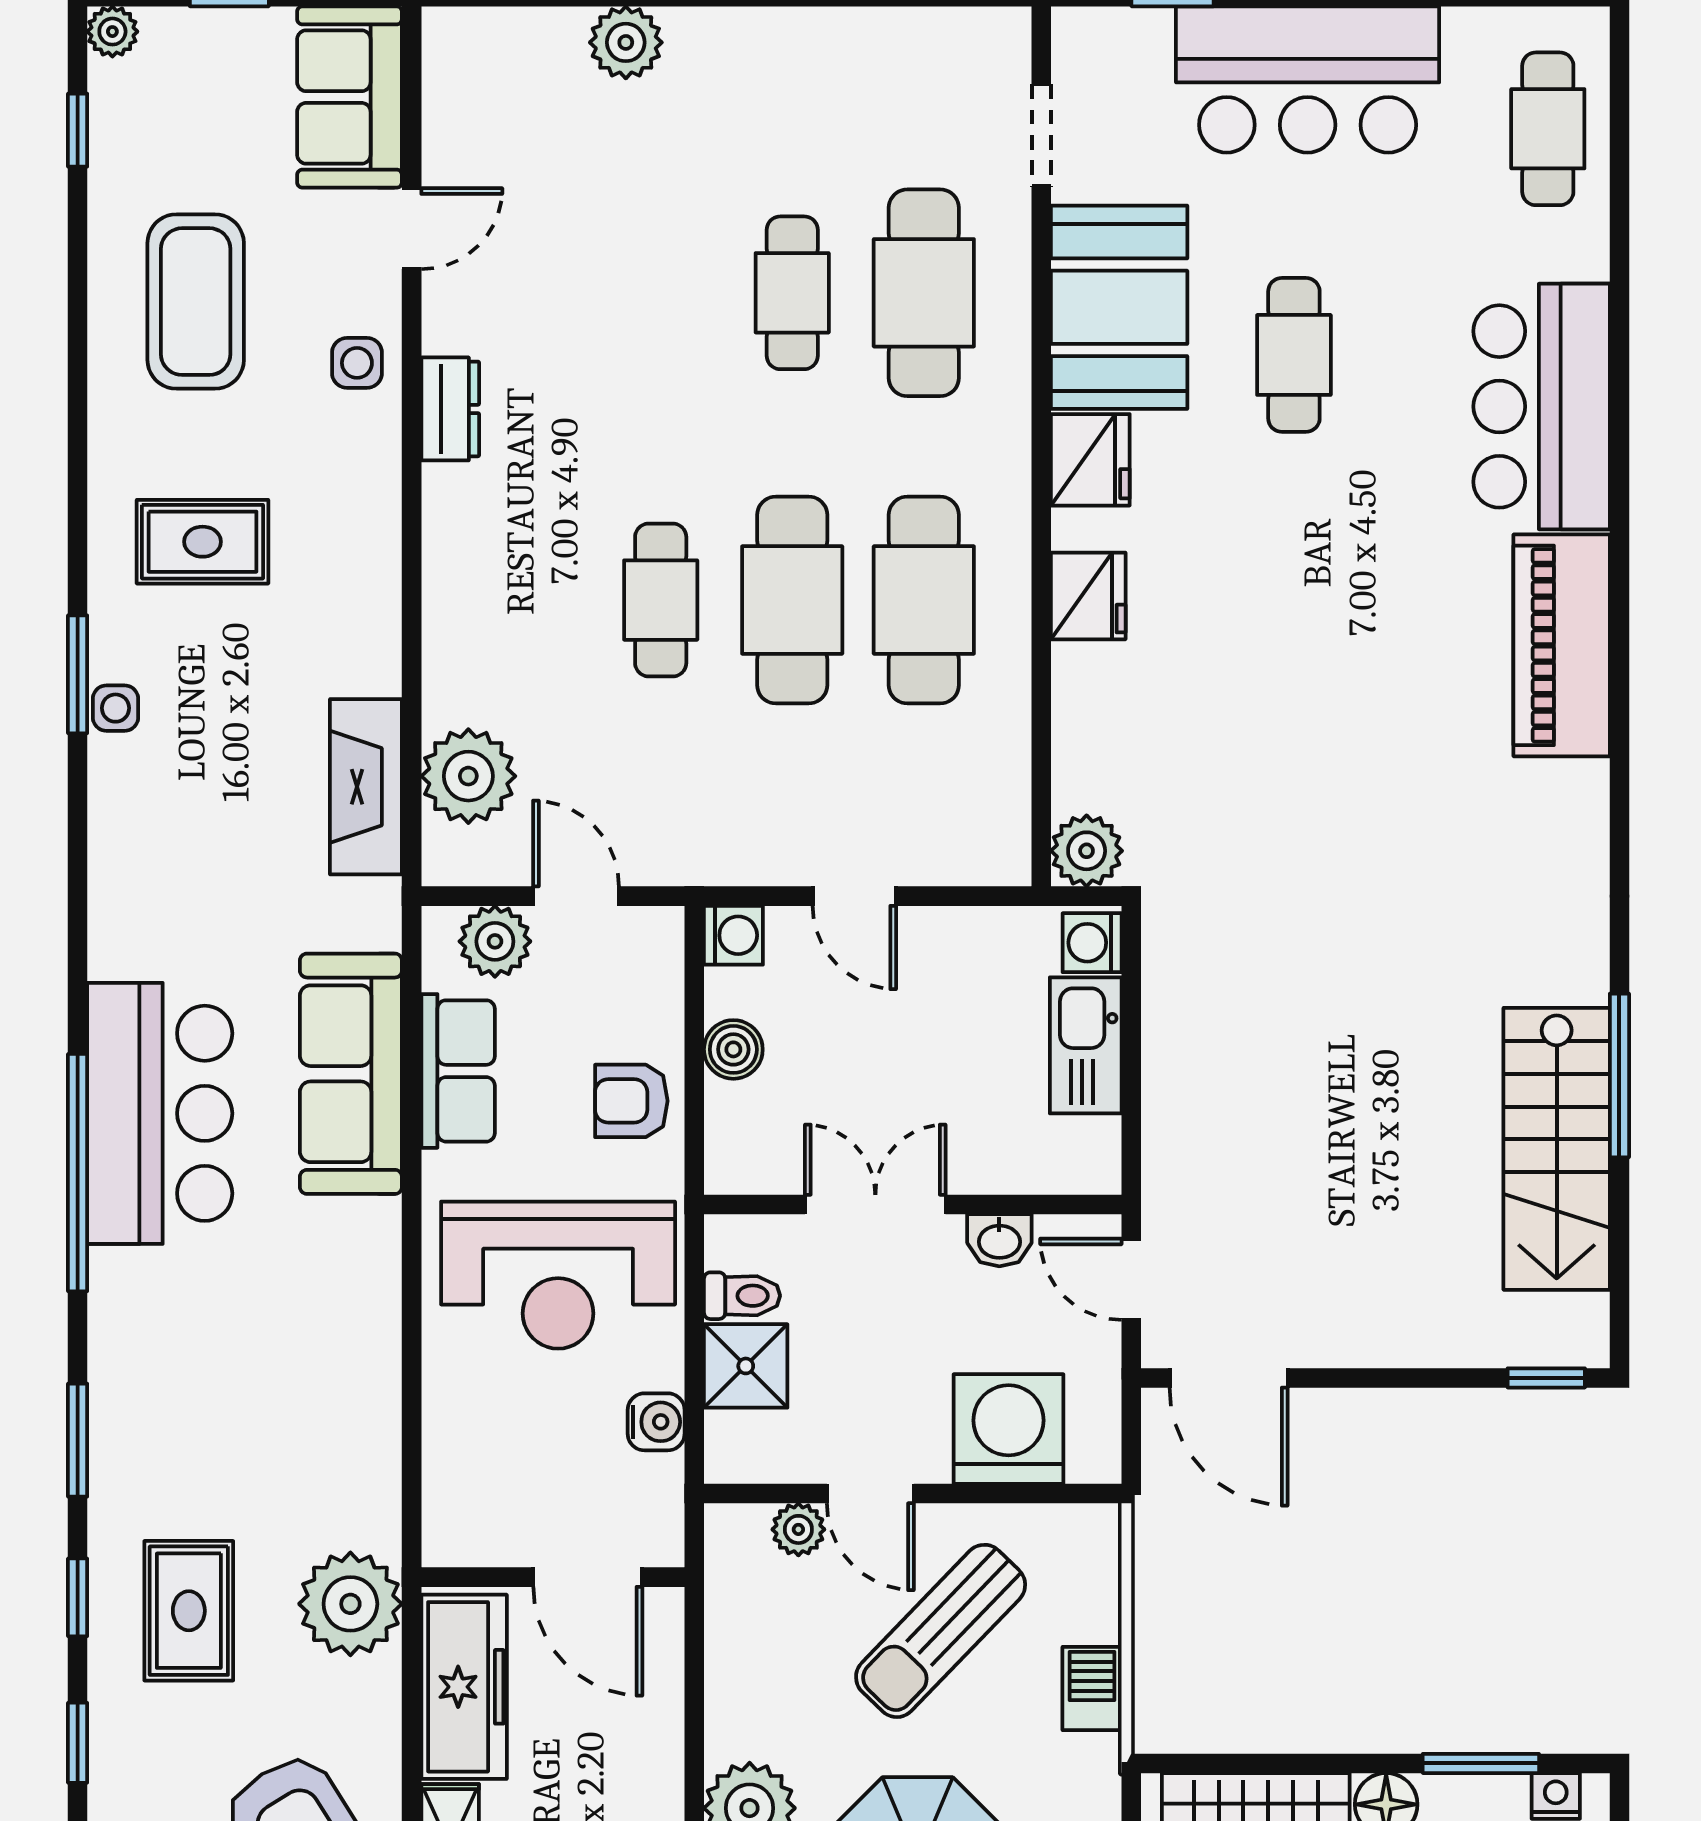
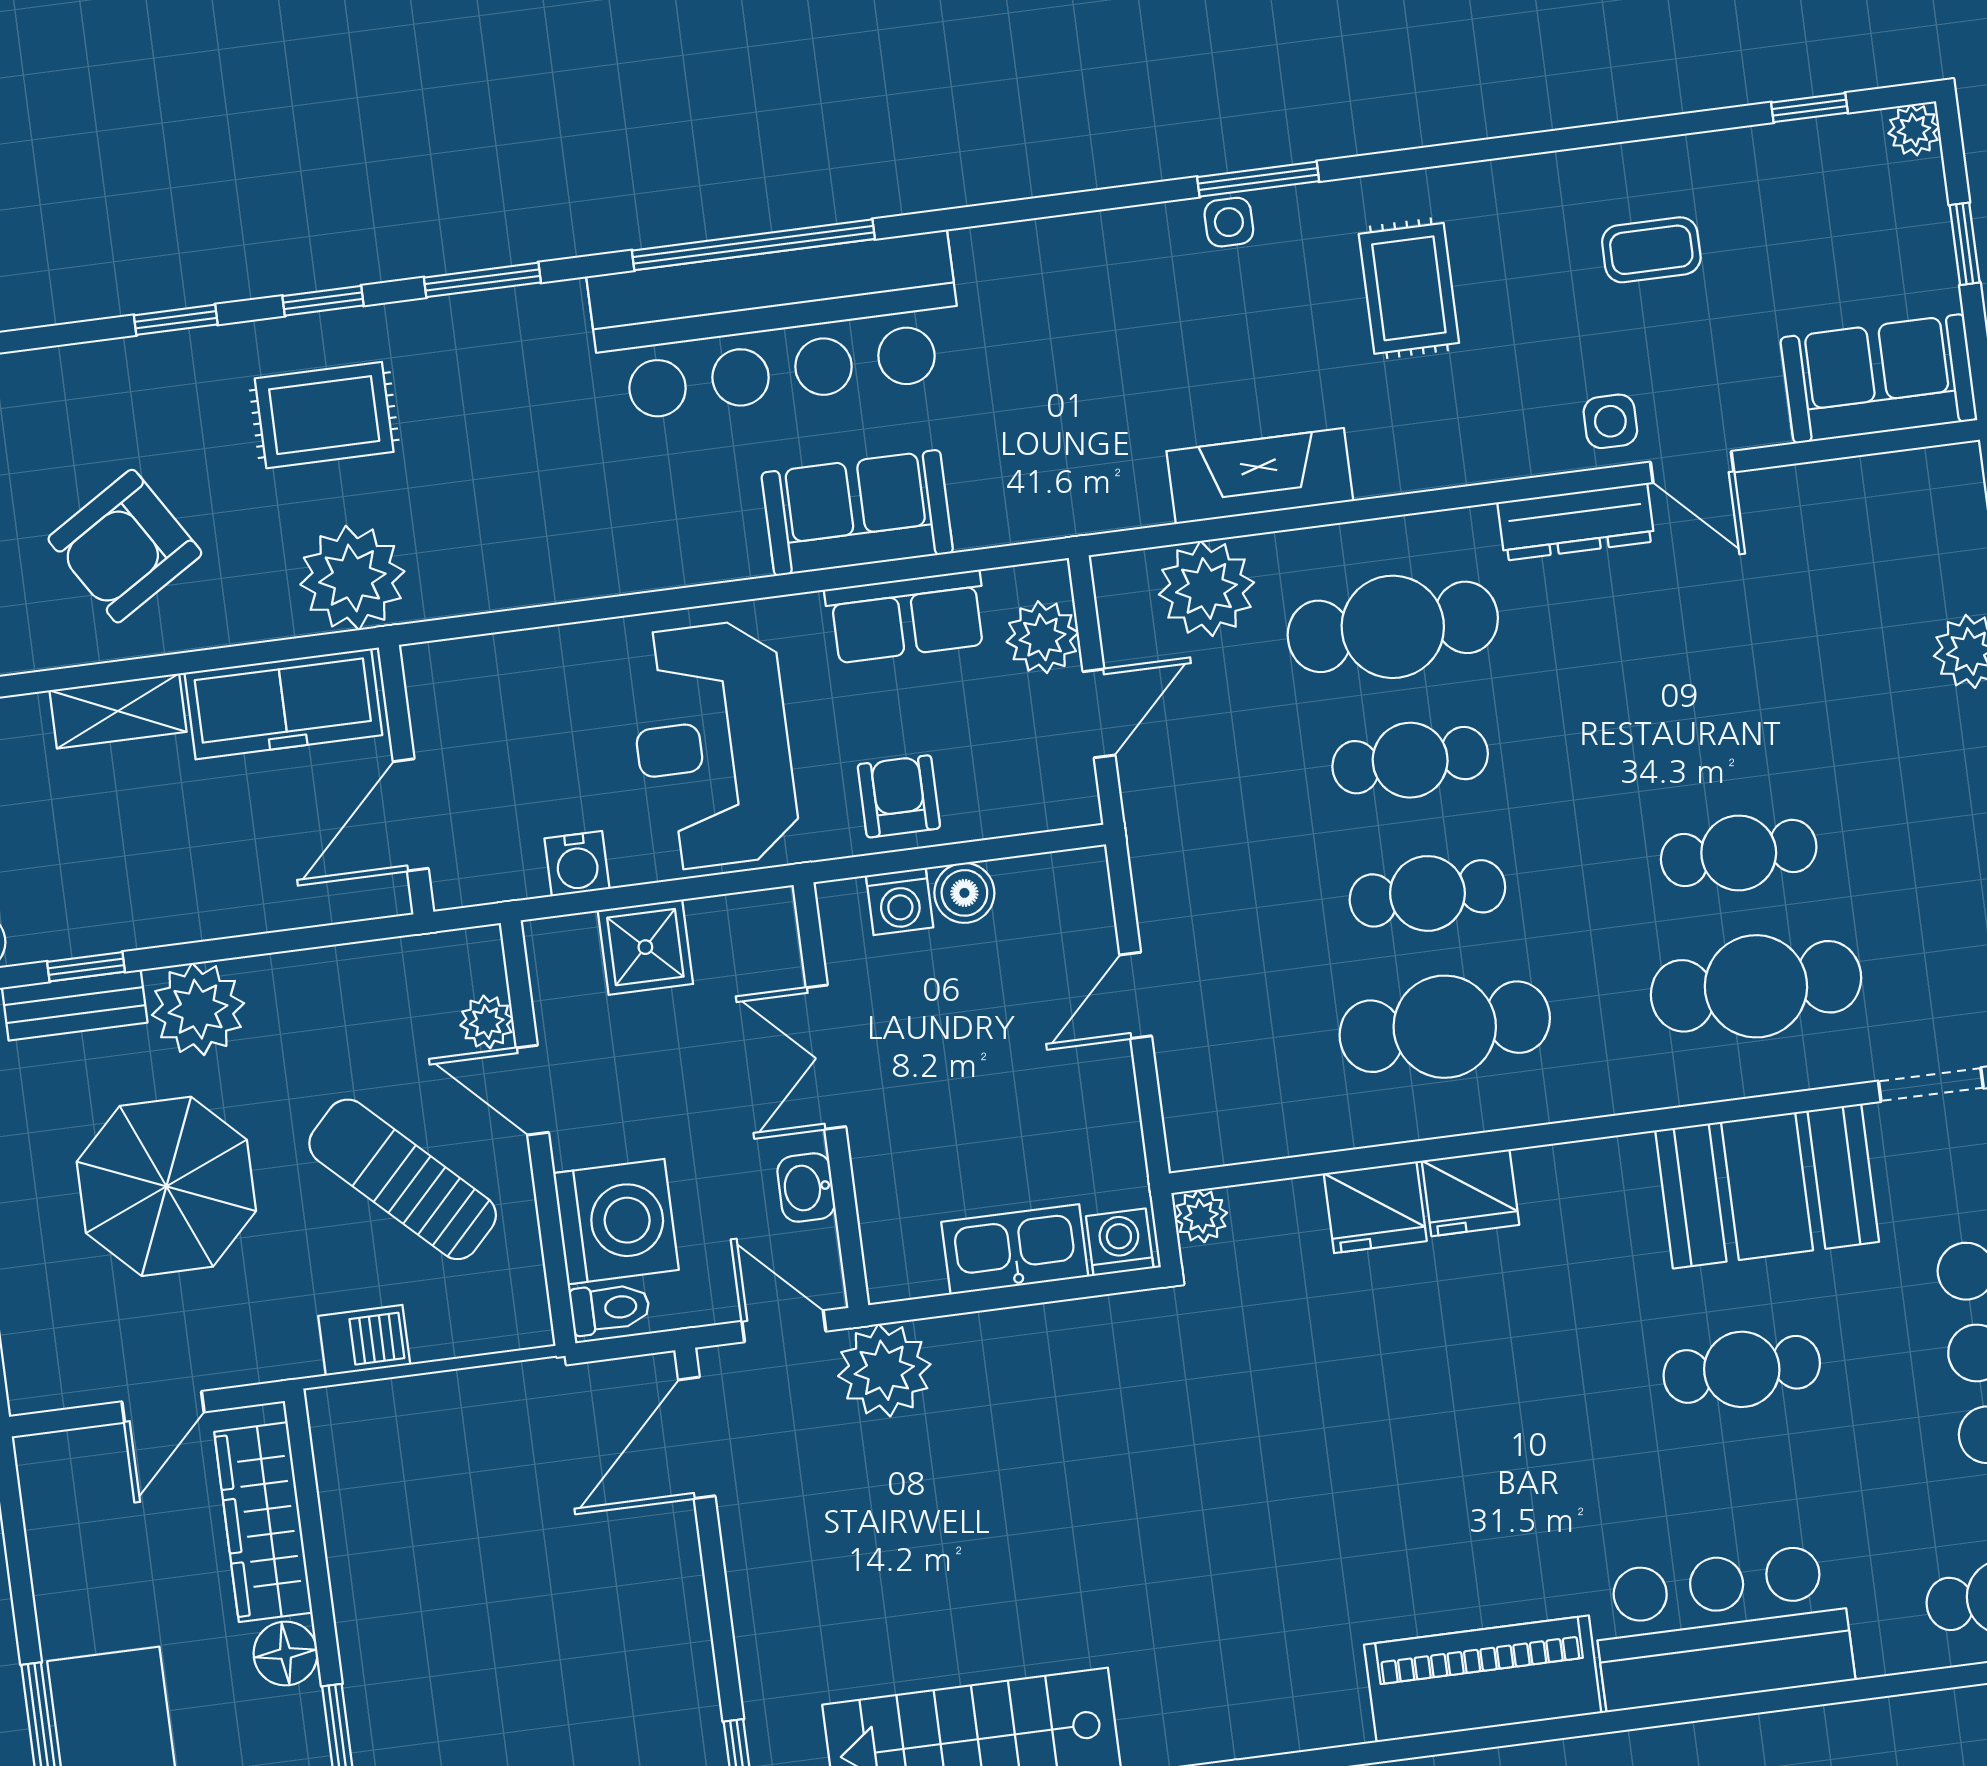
door: (412, 229) -> (1692, 467), moved
coffee table: (196, 302) -> (1651, 250), width x0.54, depth x0.58
dresser: (450, 409) -> (1576, 522), width x1.44
fridge: (1090, 460) -> (1375, 1207), moved
cafe table: (529, 600) -> (1393, 627), added
cafe table: (792, 600) -> (1427, 893), width x0.73, depth x0.74
fireplace: (366, 787) -> (1260, 476), moved
plant: (1087, 851) -> (1201, 1216), width x0.73, depth x0.73
washing machine: (733, 935) -> (900, 901), moved
sofa: (351, 1074) -> (857, 513), width x0.73
bar counter: (160, 1113) -> (776, 326), width x1.36
plant: (1187, 1187) -> (884, 1370), added
double door: (875, 1205) -> (826, 1057), swing flipped
door: (1131, 1279) -> (784, 1326), hinge flipped
toilet: (742, 1296) -> (610, 1308), moved, turned -90
door: (870, 1494) -> (532, 1090), hinge flipped

